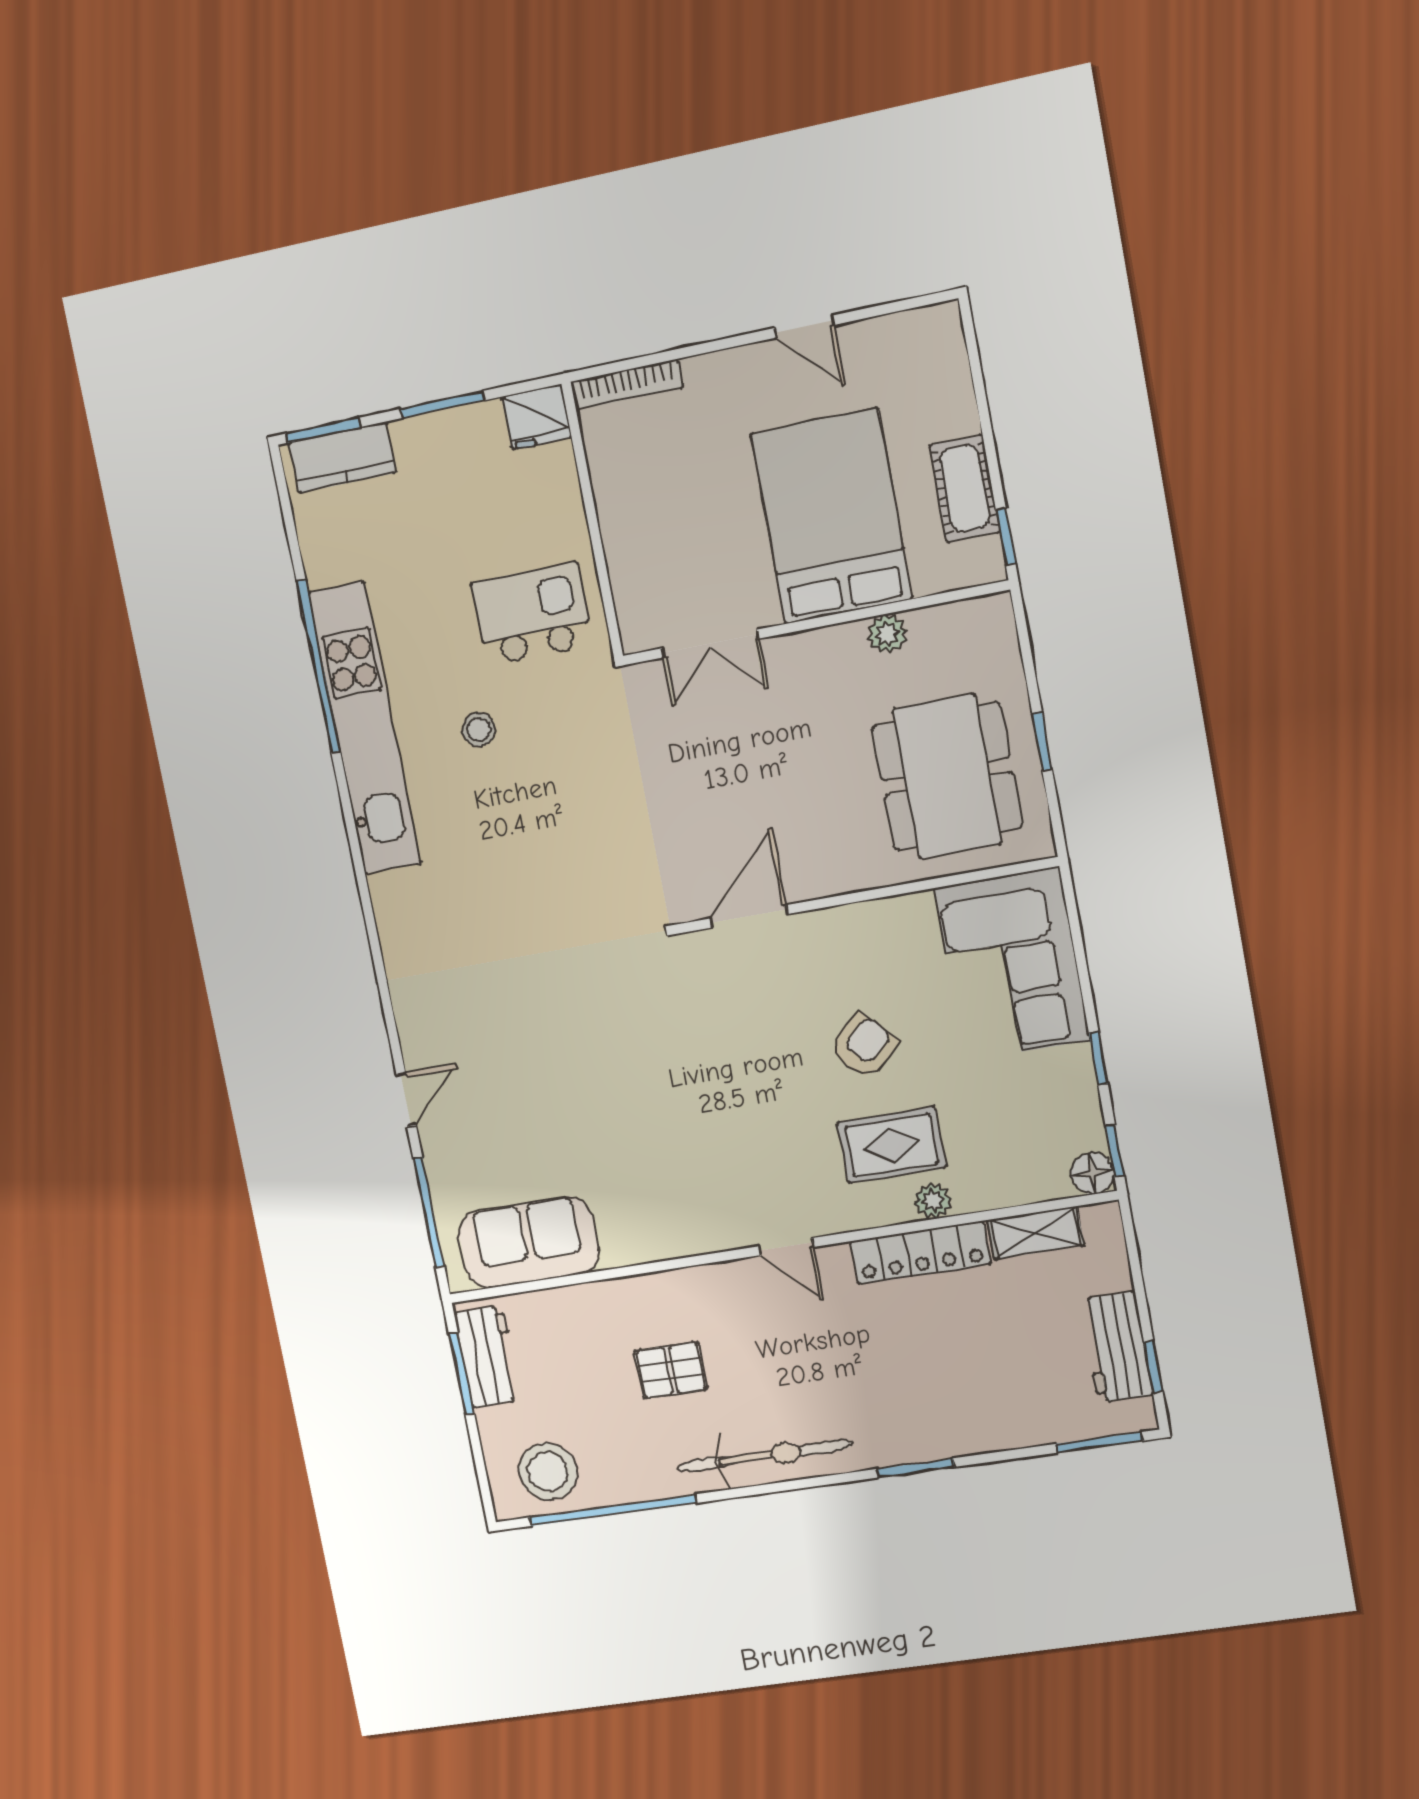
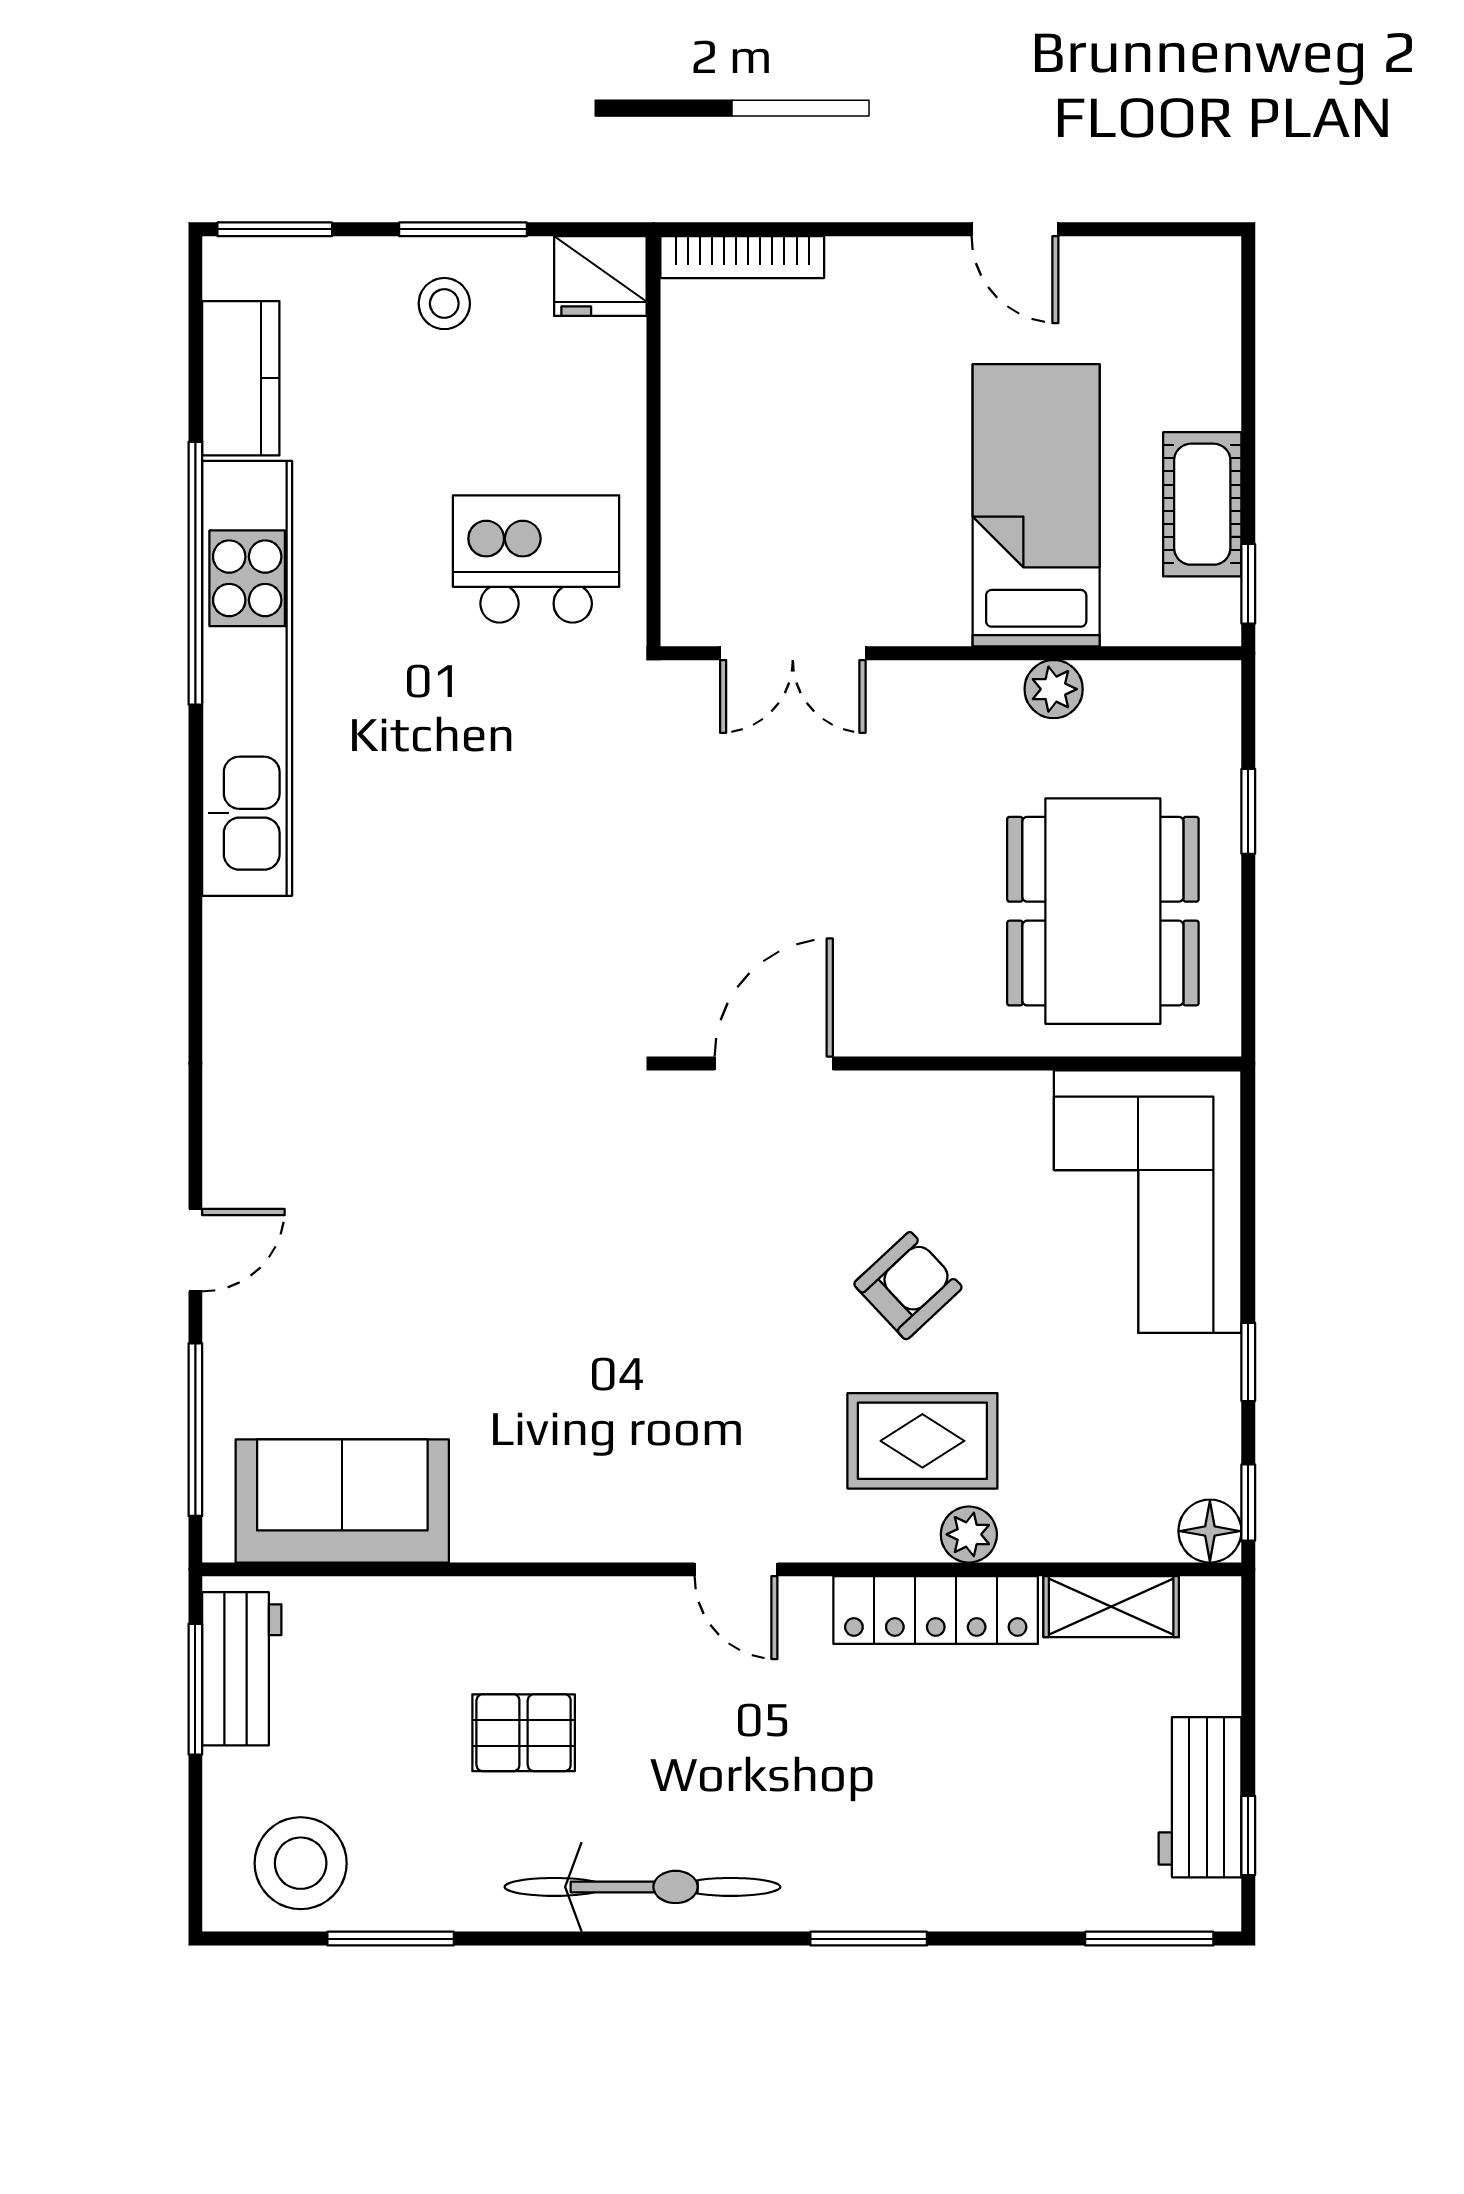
kitchen counter: (342, 458) -> (241, 378), moved, turned -90
bed: (831, 516) -> (1036, 505), width x0.67
stool: (479, 729) -> (444, 304), moved
window: (1042, 741) -> (1248, 811), moved
window: (613, 1510) -> (391, 1939), width x0.47

